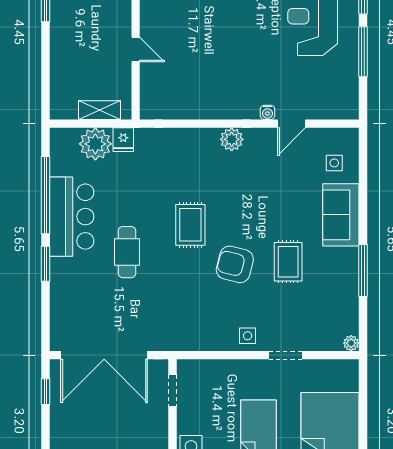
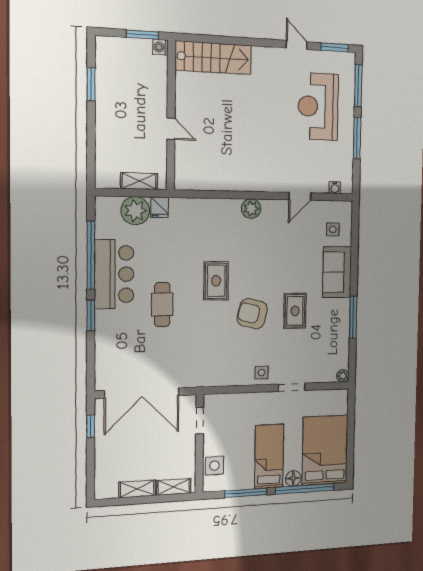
water cooler: (267, 112) -> (335, 188), moved

